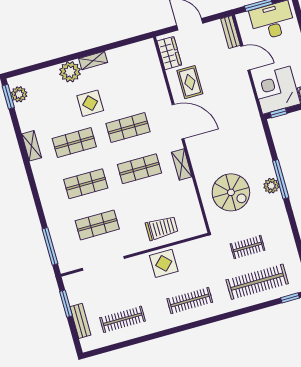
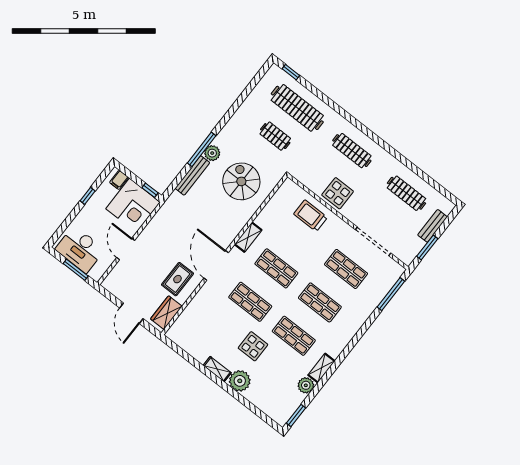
bench: (230, 32) -> (192, 175), moved, width x1.36
plant: (19, 94) -> (306, 385), moved

